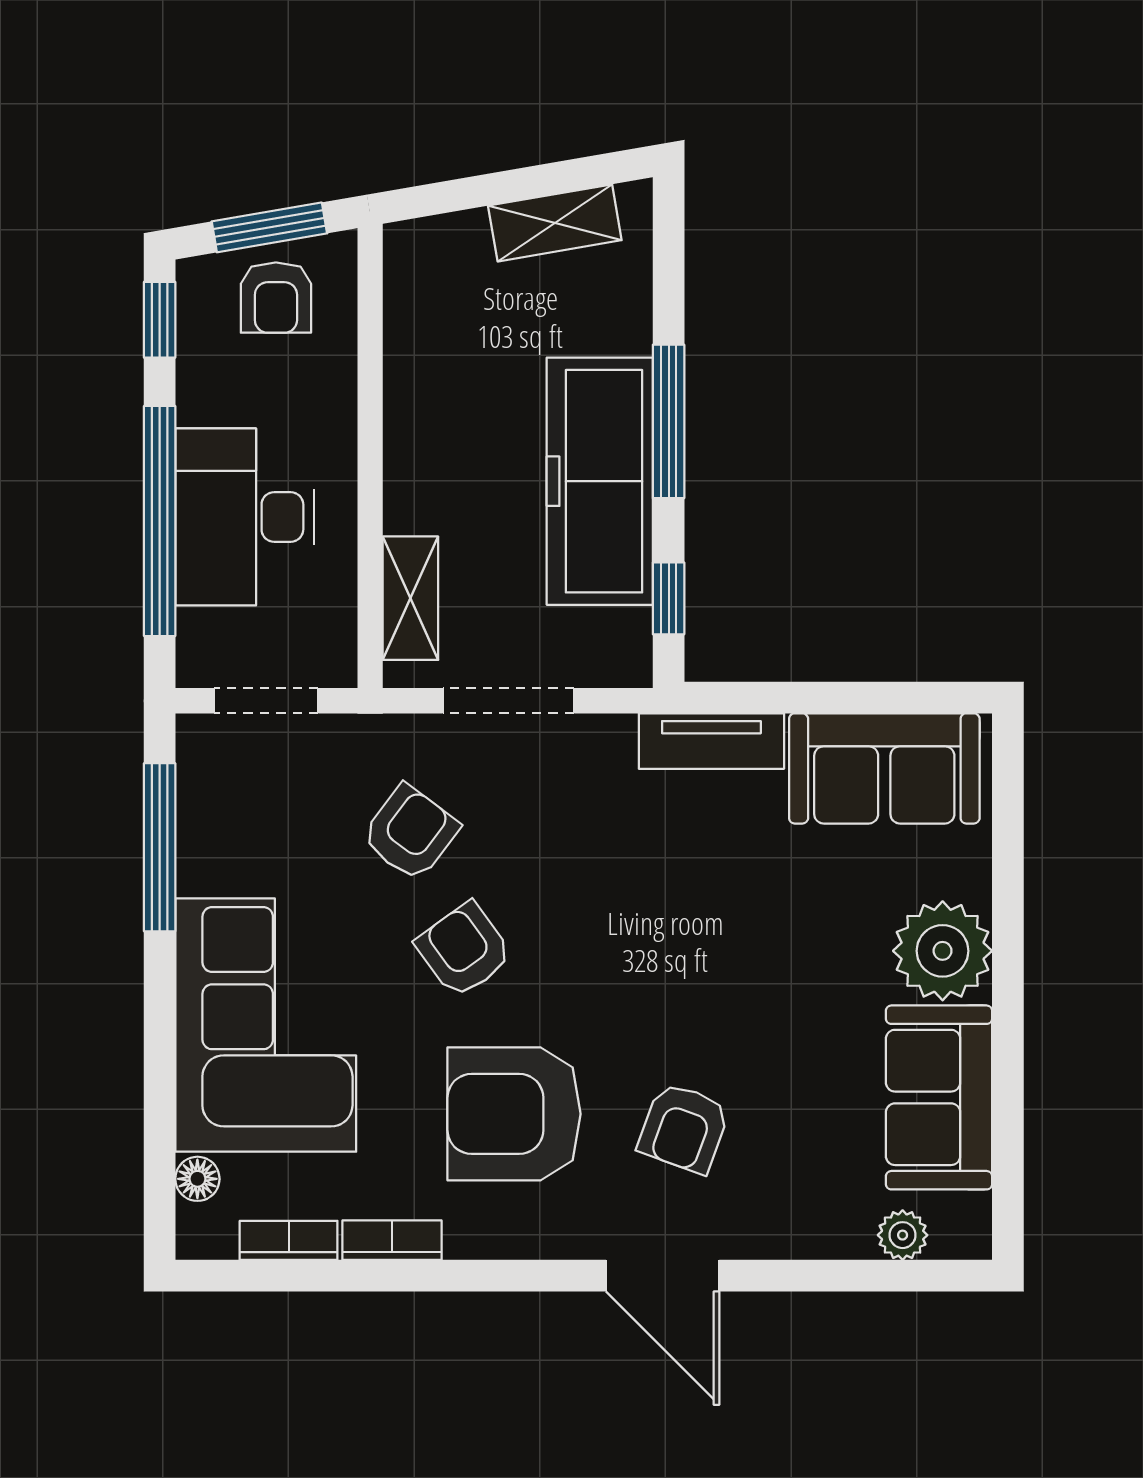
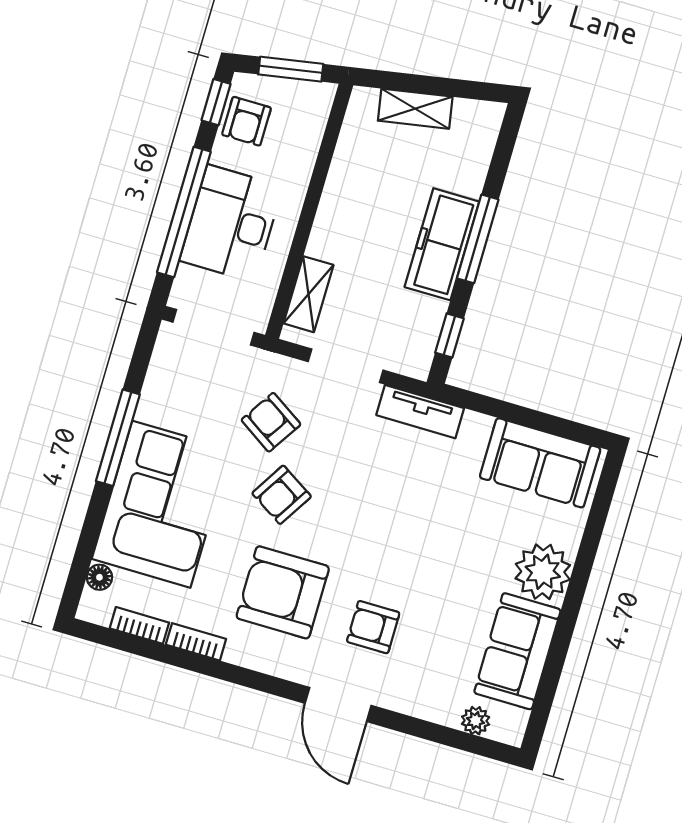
shelving: (555, 223) -> (415, 109), moved
armchair: (276, 298) -> (246, 121), moved
freezer: (600, 481) -> (442, 244), width x0.73, depth x0.79
doorway: (266, 701) -> (213, 327), width x1.38
tv unit: (711, 741) -> (420, 412), moved
armchair: (410, 833) -> (271, 422), turned -94
window: (160, 847) -> (118, 438), moved
armchair: (464, 950) -> (282, 495), turned -112
armchair: (684, 1128) -> (373, 627), turned 70

